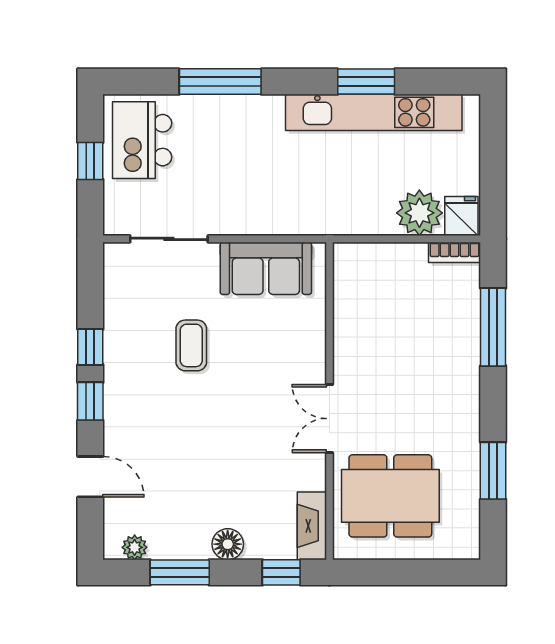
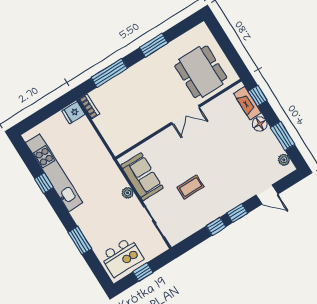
window: (220, 82) -> (80, 241), width x0.69
window: (366, 82) -> (44, 183), width x0.67
plant: (419, 213) -> (128, 193), moved, width x0.53, depth x0.53
window: (493, 471) -> (154, 45), moved
door: (90, 477) -> (267, 195), swing flipped
fireplace: (312, 526) -> (247, 103), moved, turned 90

